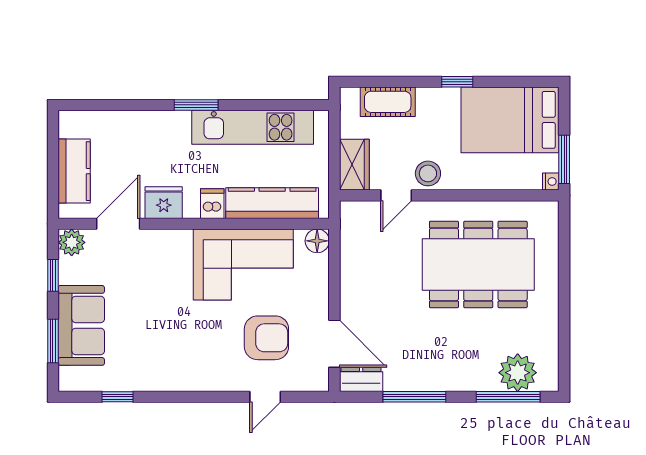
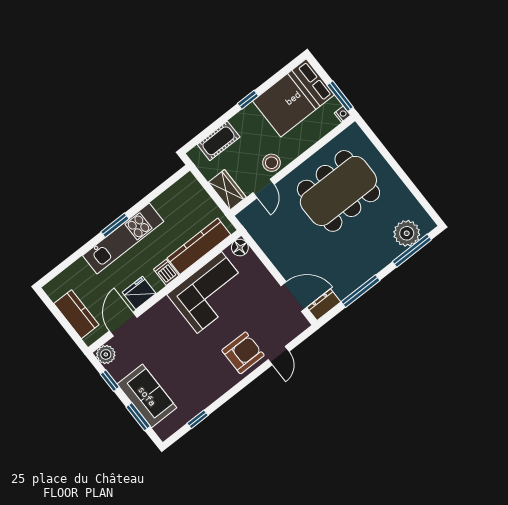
kitchen unit: (253, 127) -> (123, 238), moved
armchair: (266, 338) -> (243, 353), moved

